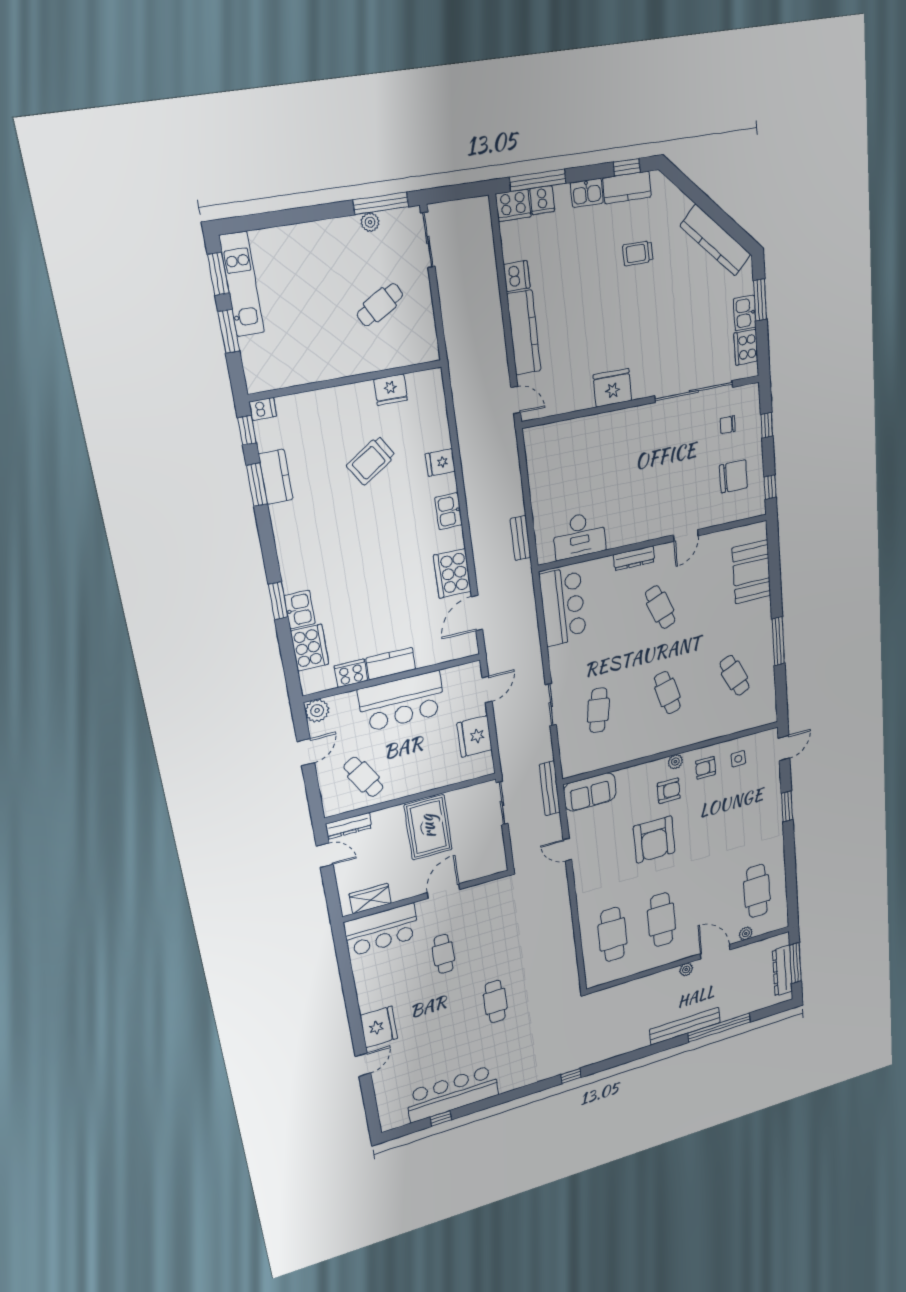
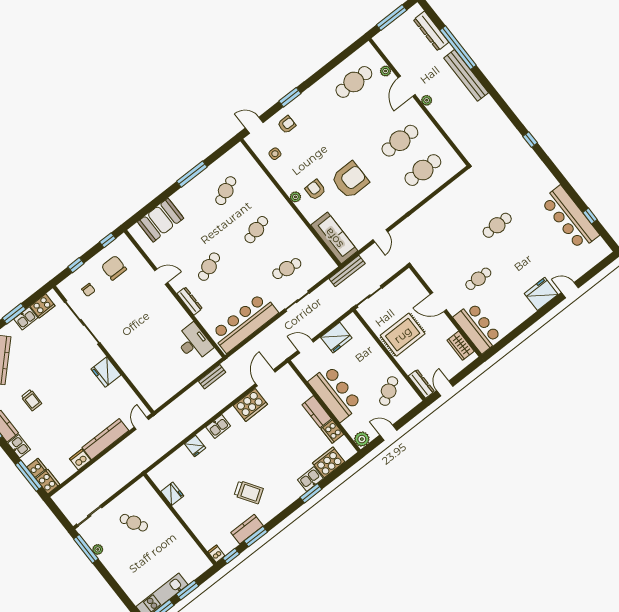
trolley: (371, 461) -> (249, 492), moved
bar counter: (563, 606) -> (244, 323), width x1.36
door: (477, 613) -> (265, 378), swing flipped
armchair: (705, 768) -> (287, 125), moved, turned -90
sofa: (590, 792) -> (334, 238), width x1.36
dresser: (782, 971) -> (431, 31), moved, turned 90

